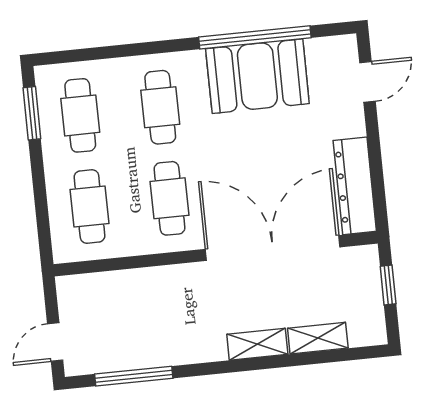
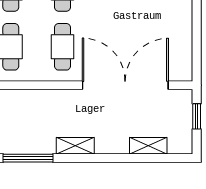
dresser: (355, 186) -> (182, 51), removed
shelving: (257, 344) -> (75, 146), moved

